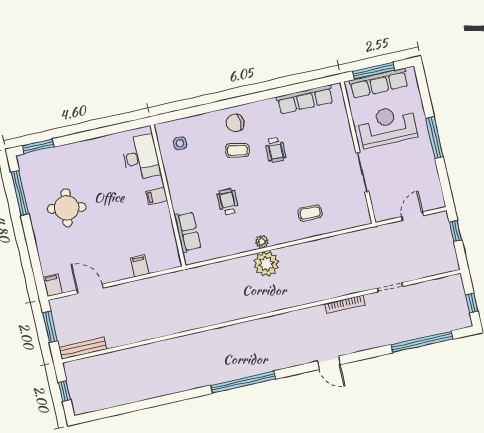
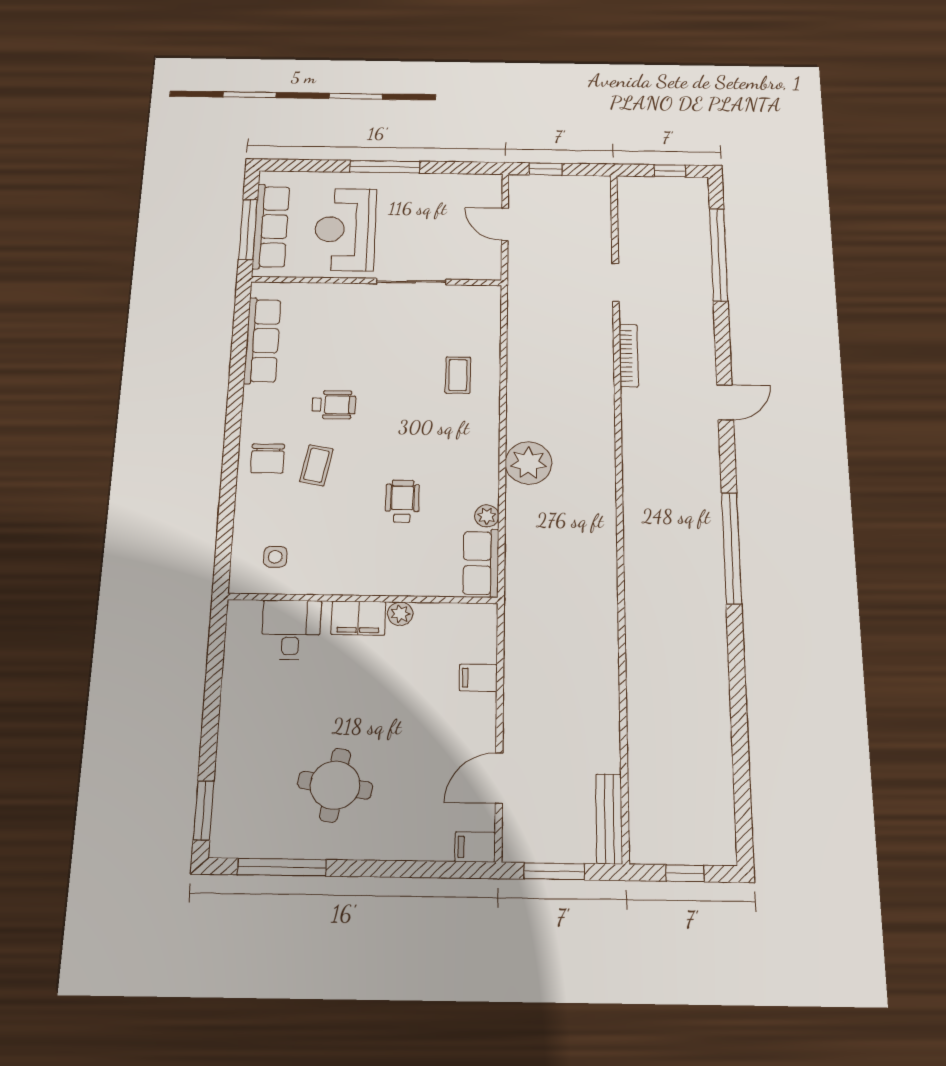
desk: (141, 157) -> (291, 630), width x0.73
filing cabinet: (157, 196) -> (358, 618), width x2.00
wheelchair: (228, 202) -> (402, 501), turned 90
plant: (164, 217) -> (400, 614), added
row of seats: (188, 232) -> (481, 563), moved, turned -90
plant: (262, 242) -> (487, 516), moved

